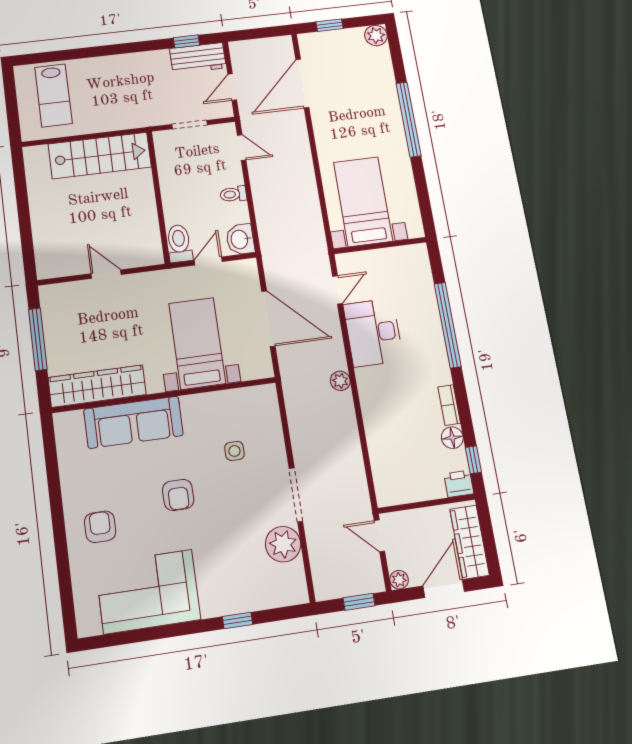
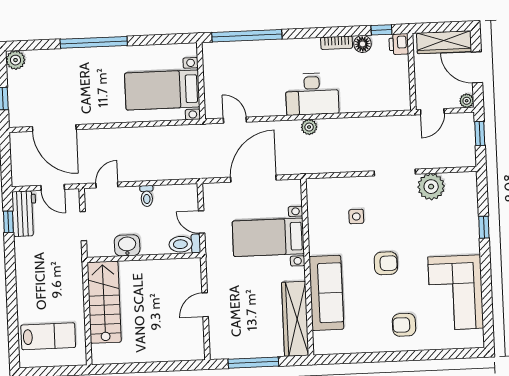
washbasin: (240, 239) -> (127, 245), moved, turned 180
window: (448, 325) -> (247, 36), moved
desk: (373, 333) -> (312, 94), moved

